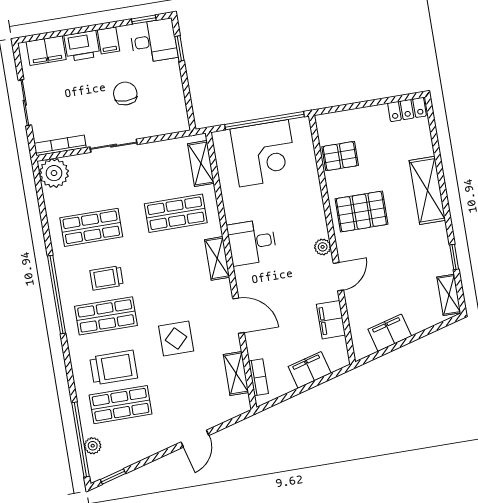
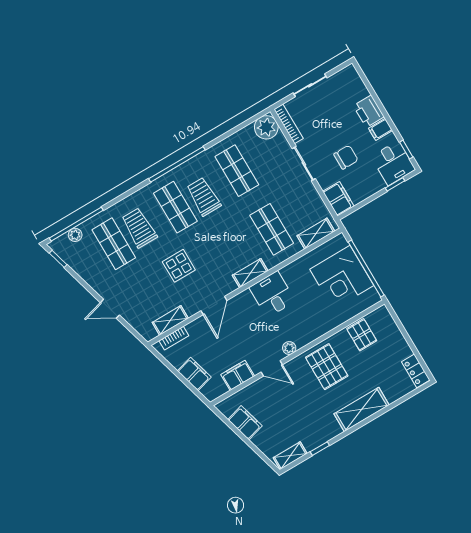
filing cabinet: (46, 51) -> (338, 199), moved, turned 180
trolley: (107, 278) -> (204, 197), width x1.36, depth x1.39
trolley: (114, 368) -> (139, 228), turned 180

